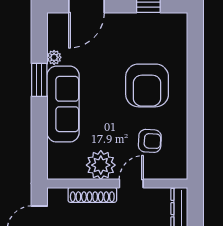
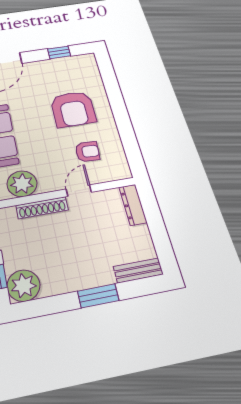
plant: (101, 165) -> (22, 184), moved

